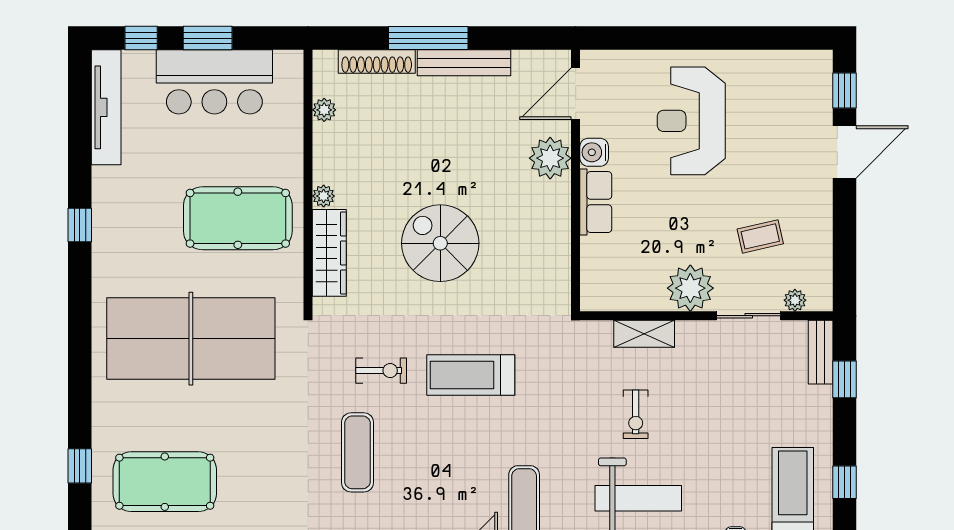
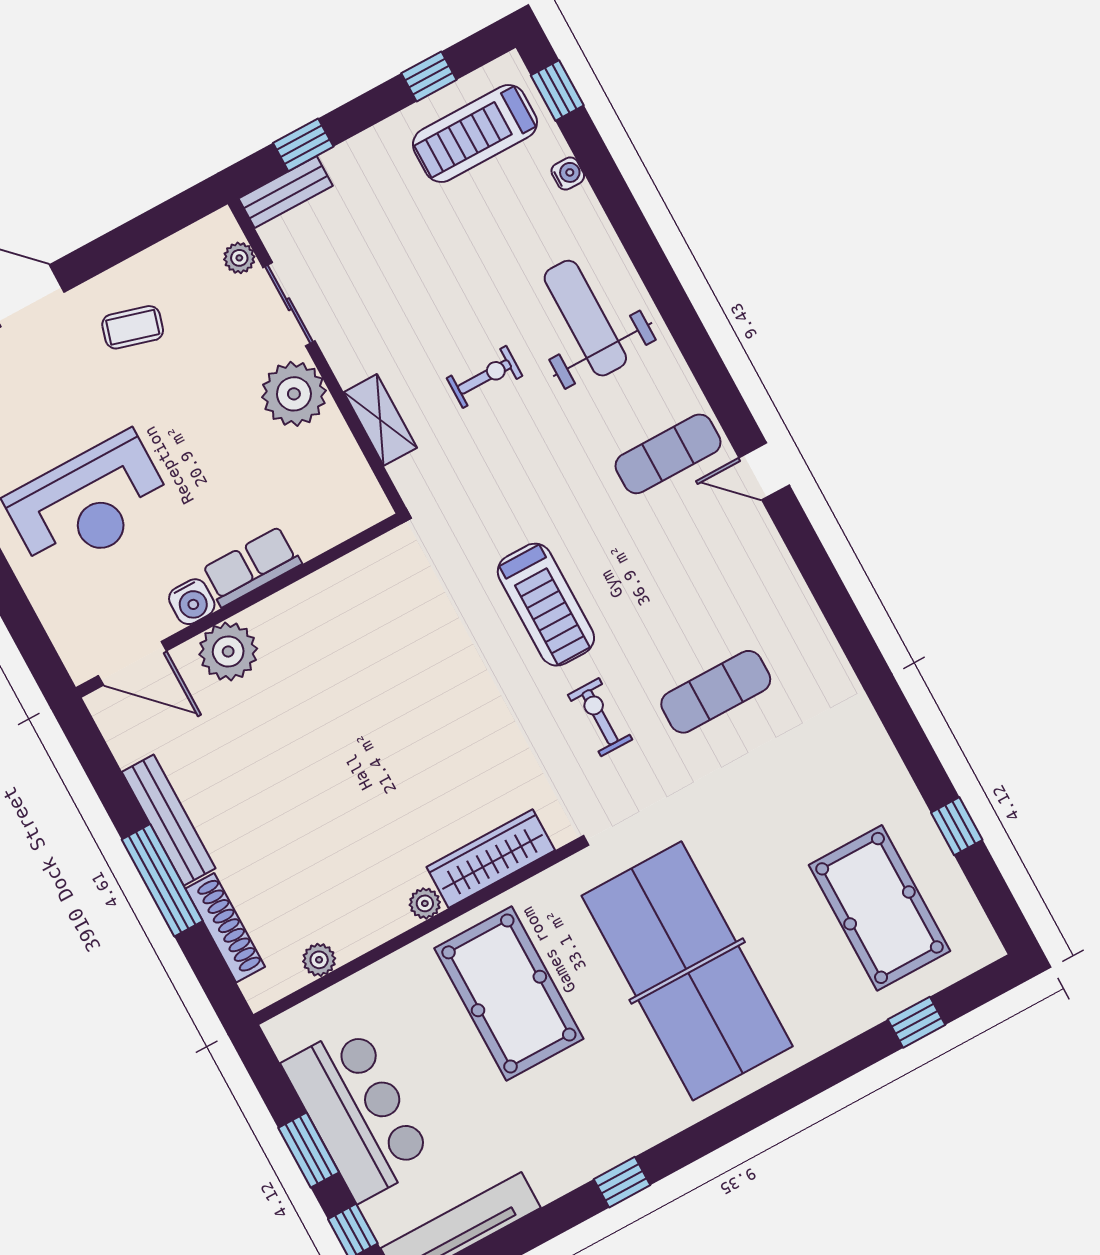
coffee table: (760, 236) -> (133, 327), moved, turned -61
spiral stairs: (440, 243) -> (405, 729), removed

